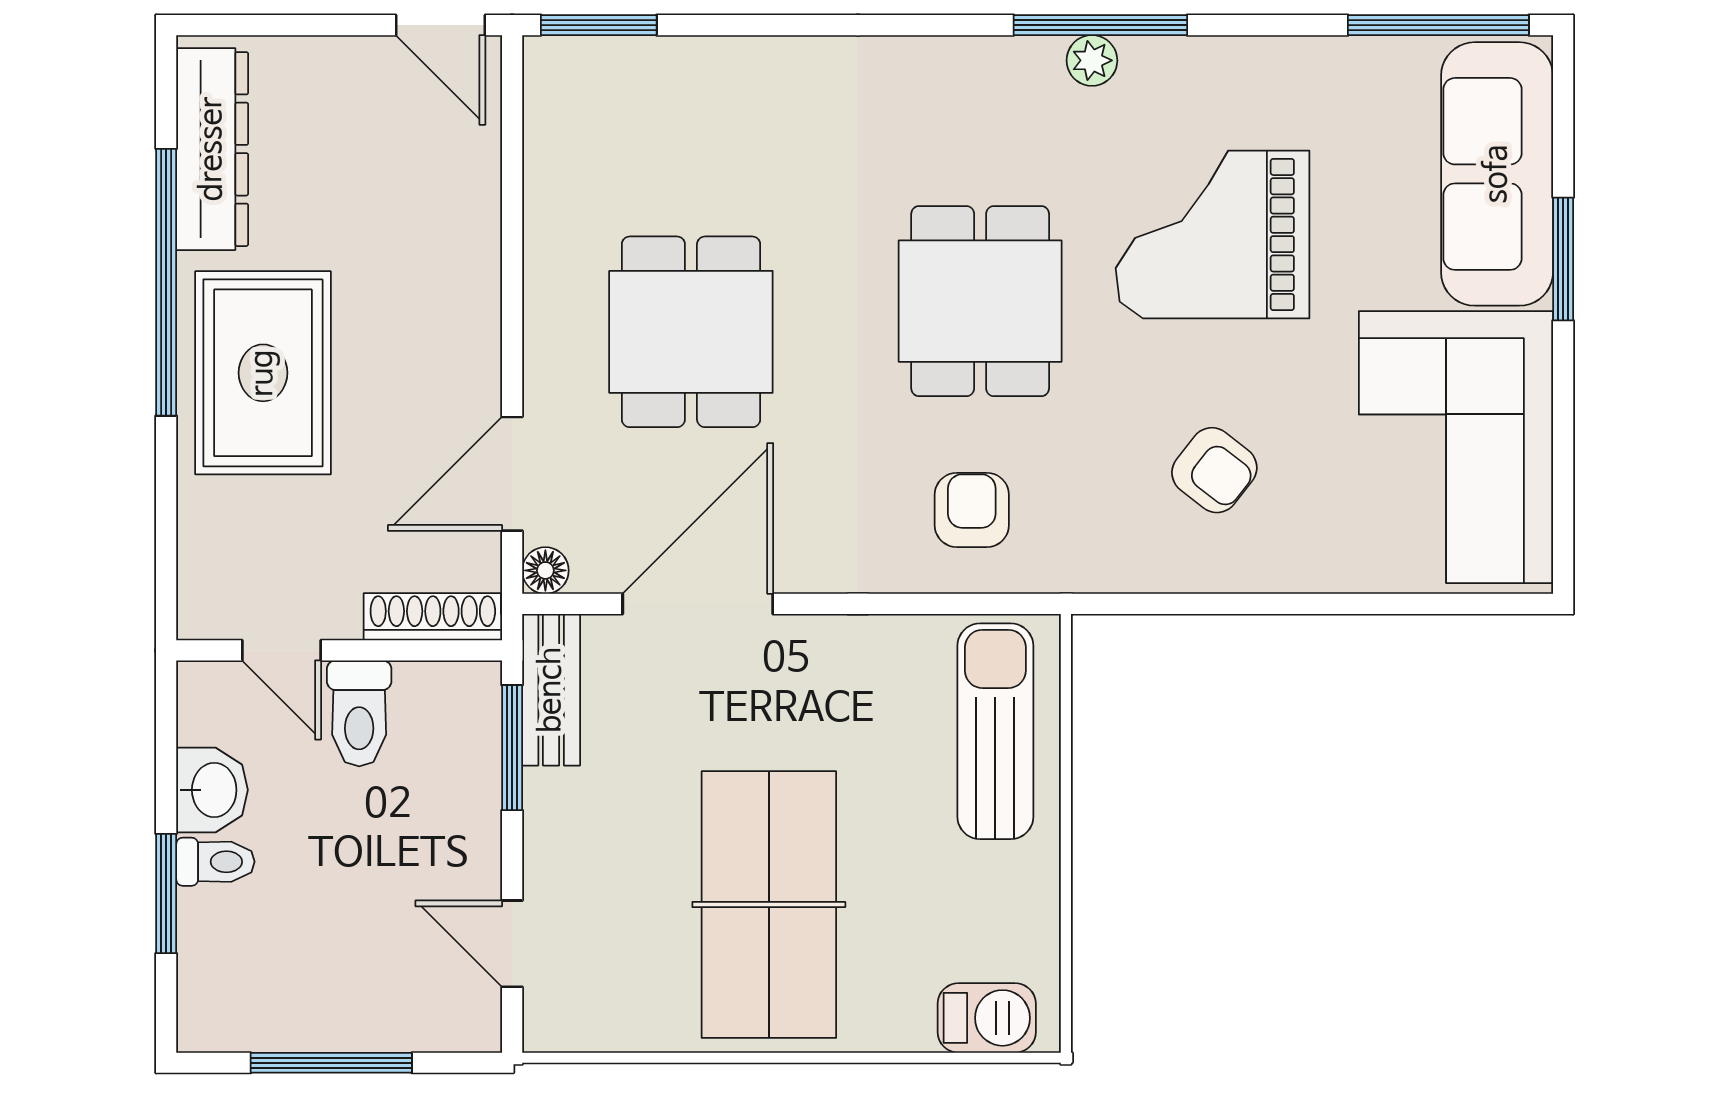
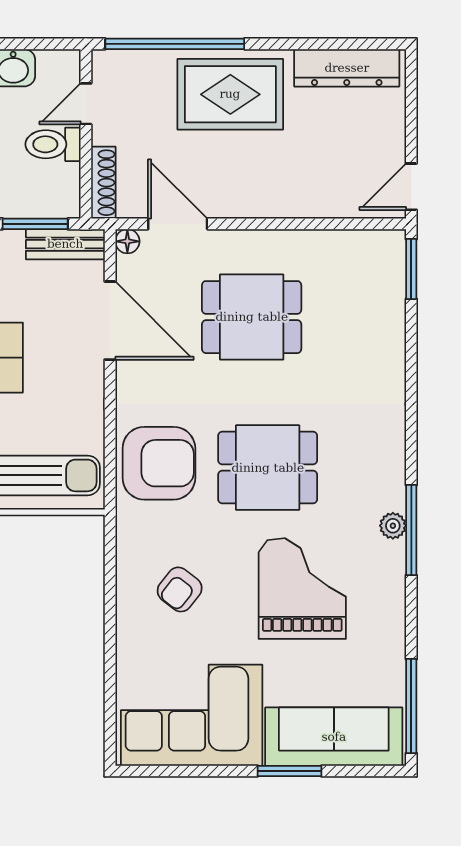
window: (166, 282) -> (175, 44), moved
armchair: (972, 510) -> (159, 463), width x1.88, depth x1.88

